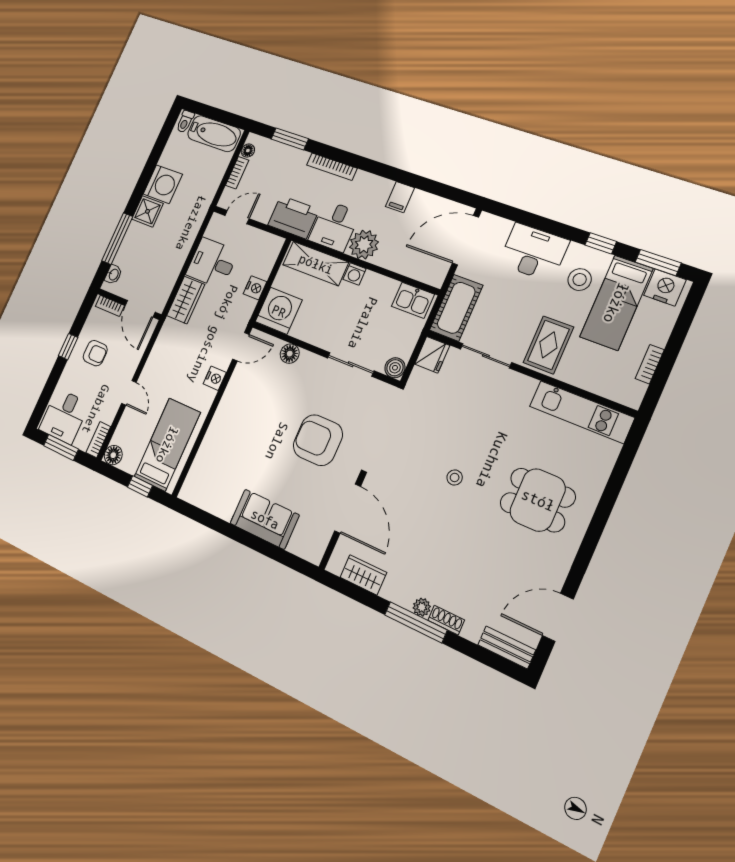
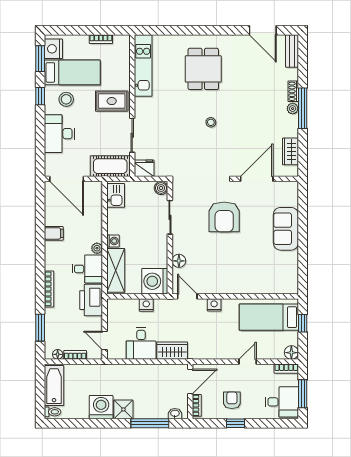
plant: (364, 245) -> (97, 248), width x0.53, depth x0.53

